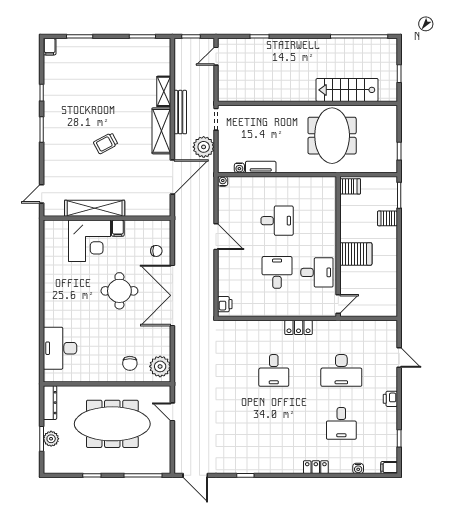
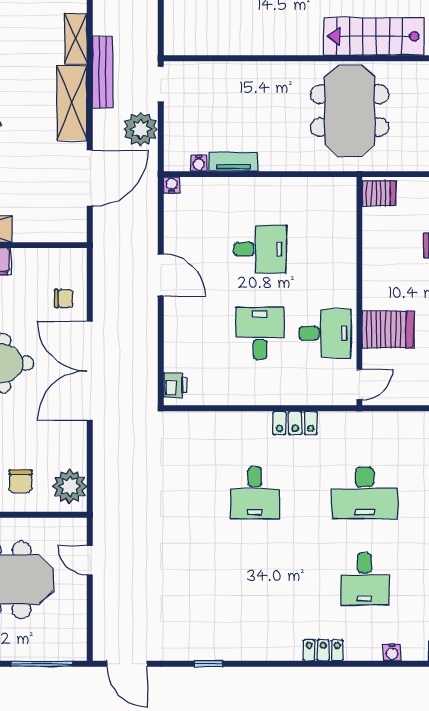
server rack: (356, 254) -> (388, 329), moved

